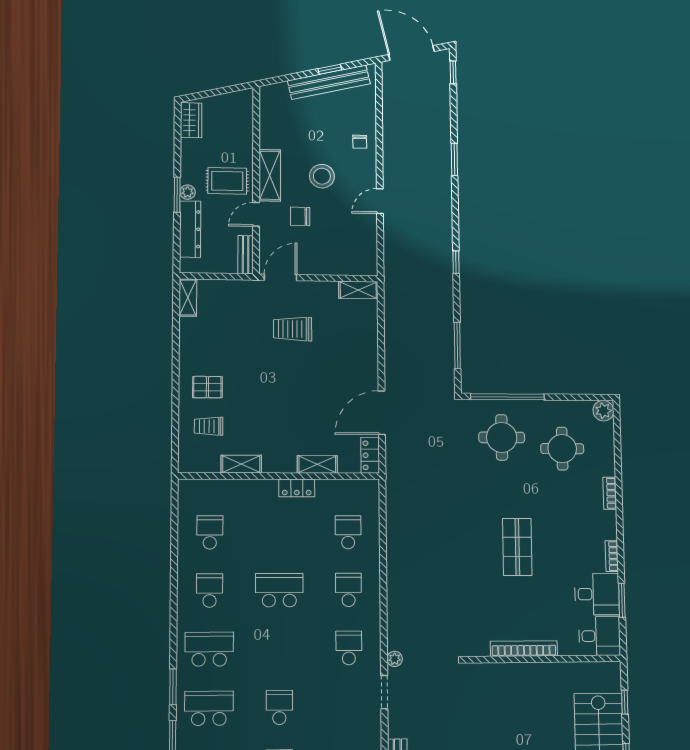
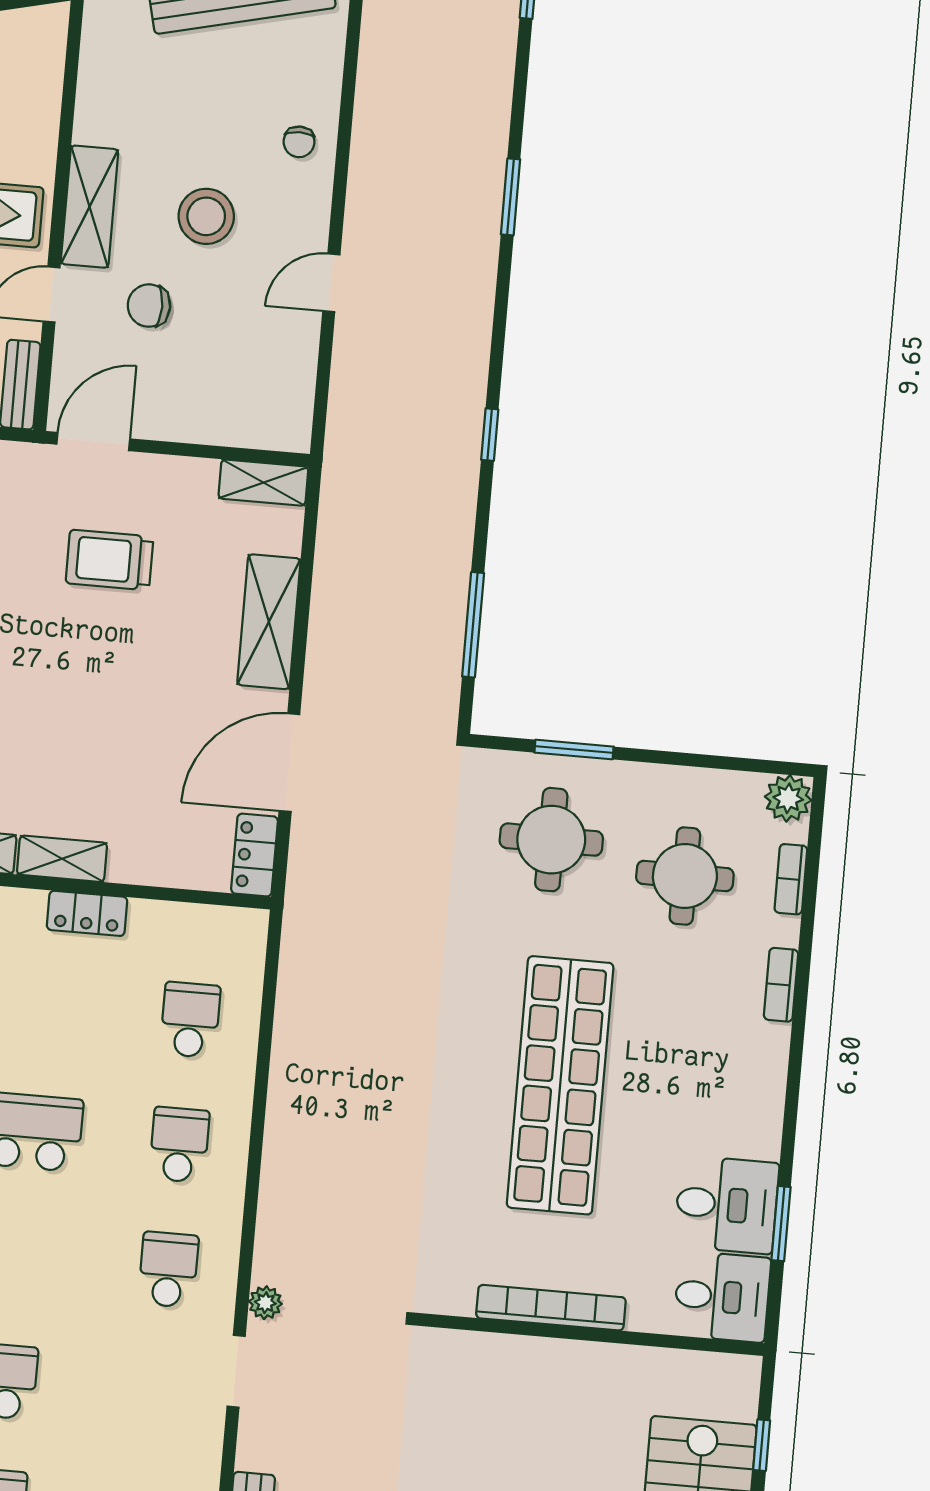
shelving: (367, 351) -> (269, 622), added
window: (507, 397) -> (574, 750), width x0.47
shelving: (317, 464) -> (62, 859), moved
shop shelf: (517, 547) -> (560, 1085), width x2.00, depth x1.36
bookcase: (612, 556) -> (791, 879), moved

